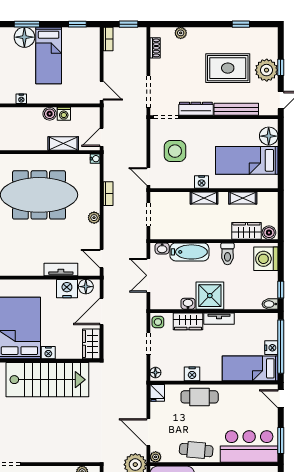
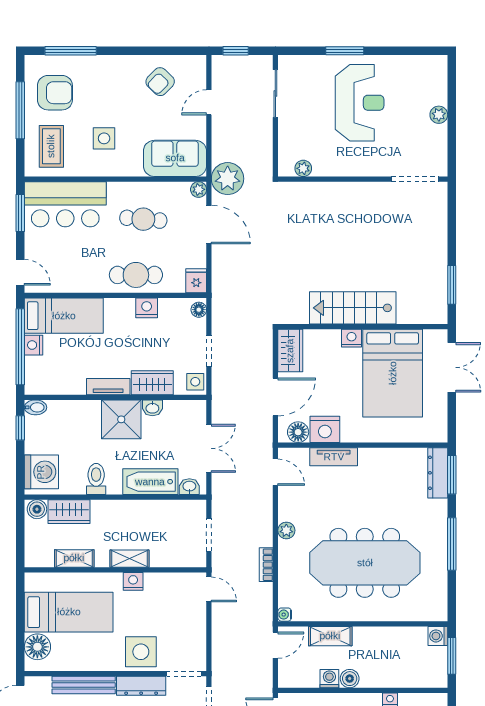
side table: (175, 151) -> (141, 652), moved
stairs: (47, 380) -> (353, 308), width x0.73, depth x0.66
cafe table: (196, 450) -> (143, 219), moved

